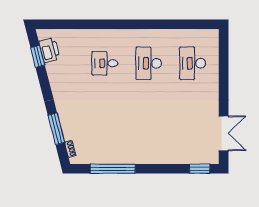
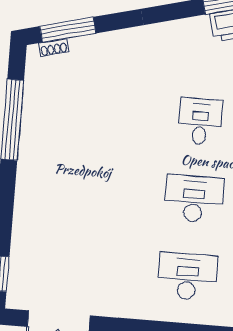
window: (56, 129) -> (68, 30), moved

